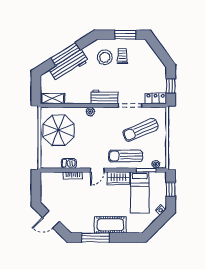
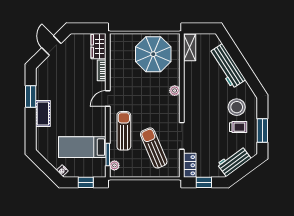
window: (65, 54) -> (240, 62), removed
workbench: (104, 97) -> (234, 161), moved, turned -126
barbecue: (69, 163) -> (115, 66), removed
door: (97, 170) -> (108, 98), hinge flipped
wardrobe: (118, 178) -> (98, 46), moved
cot: (110, 225) -> (43, 113), width x0.73, depth x0.75
window: (95, 238) -> (31, 96), width x0.69

